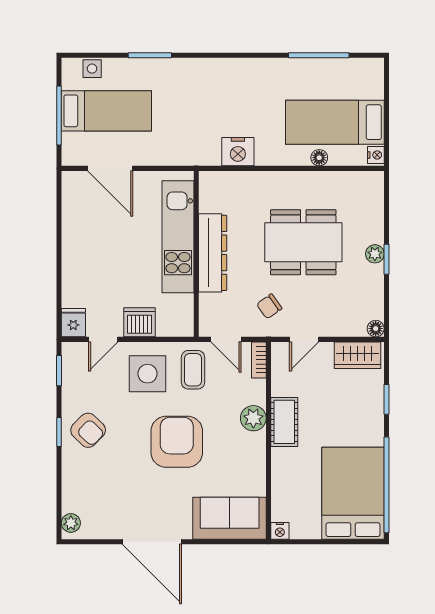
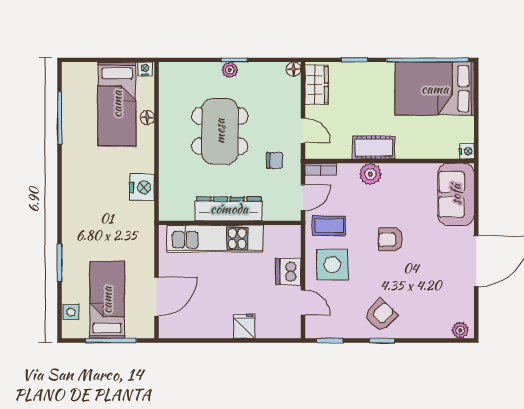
chair: (269, 306) -> (275, 160), turned -55
fridge: (73, 323) -> (244, 326), moved, turned 90
armchair: (177, 442) -> (391, 240), width x0.53, depth x0.53

